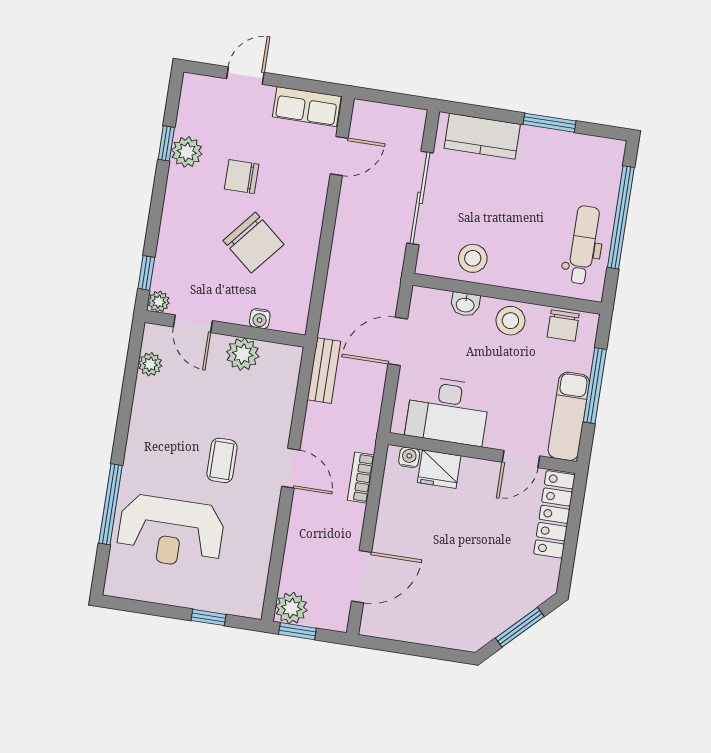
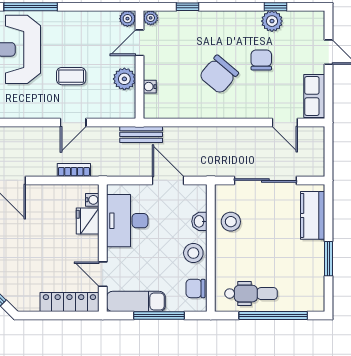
plant: (159, 302) -> (151, 18), moved
water cooler: (260, 319) -> (150, 87), moved
door: (193, 324) -> (139, 43), moved
wall: (225, 329) -> (139, 65), moved
plant: (243, 354) -> (124, 79), moved

